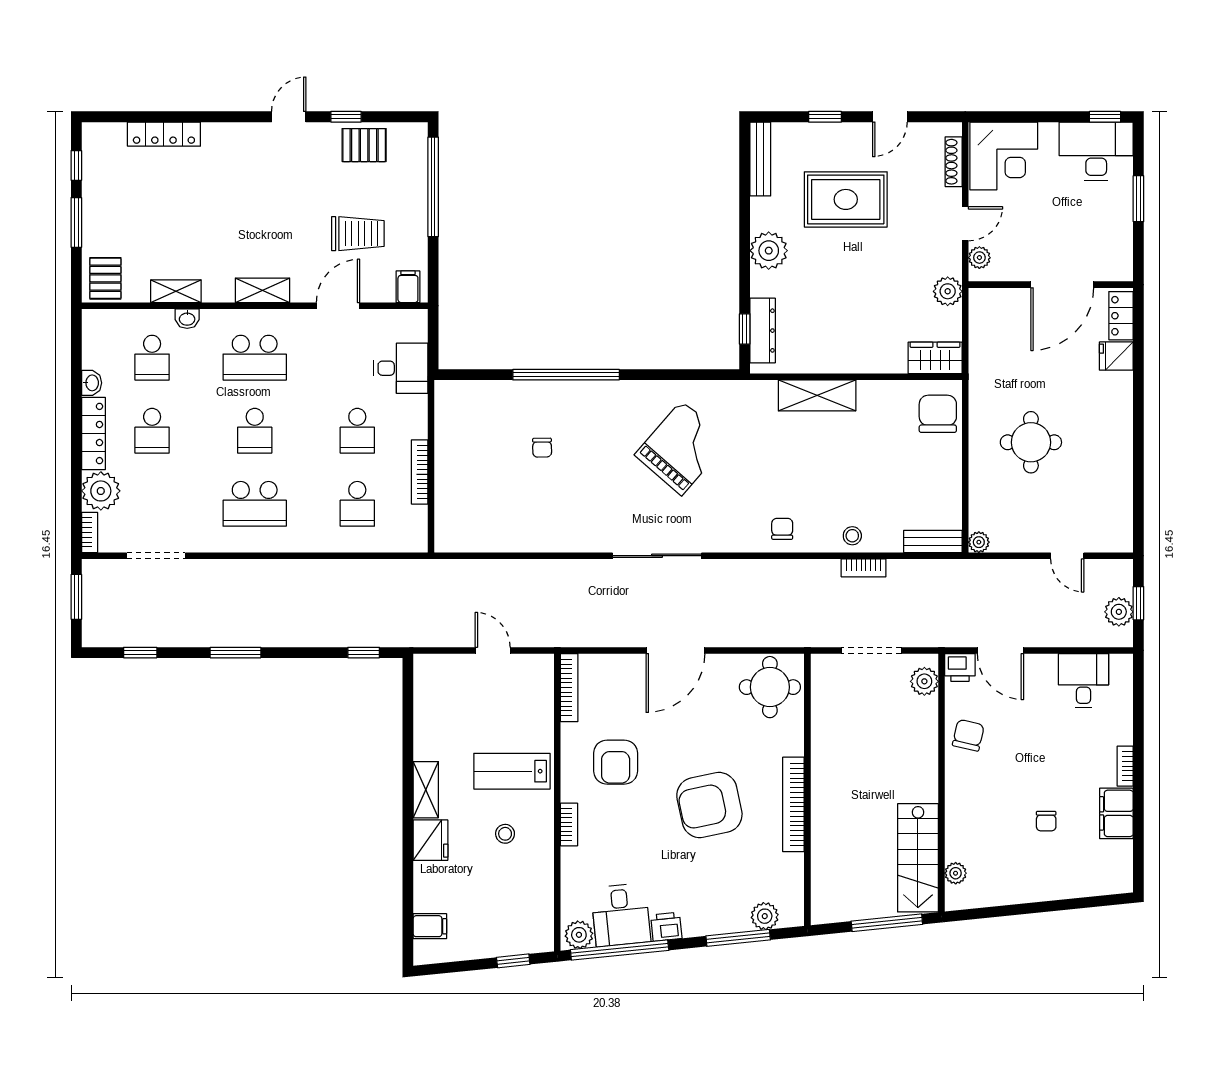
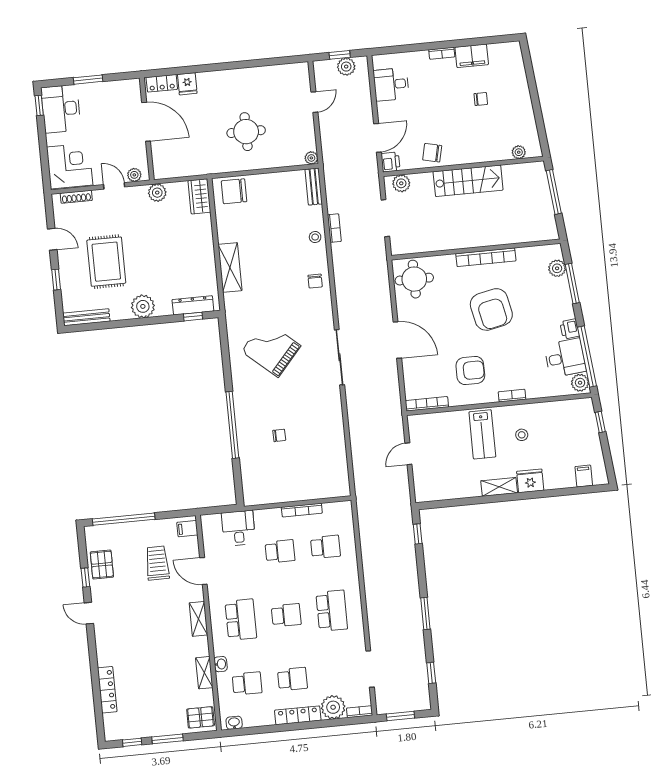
washbasin: (92, 383) -> (234, 723), moved
chair: (782, 529) -> (315, 281), turned -90
stairs: (918, 858) -> (468, 181), moved

